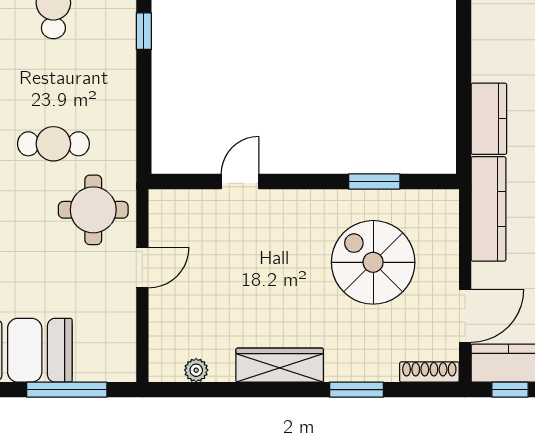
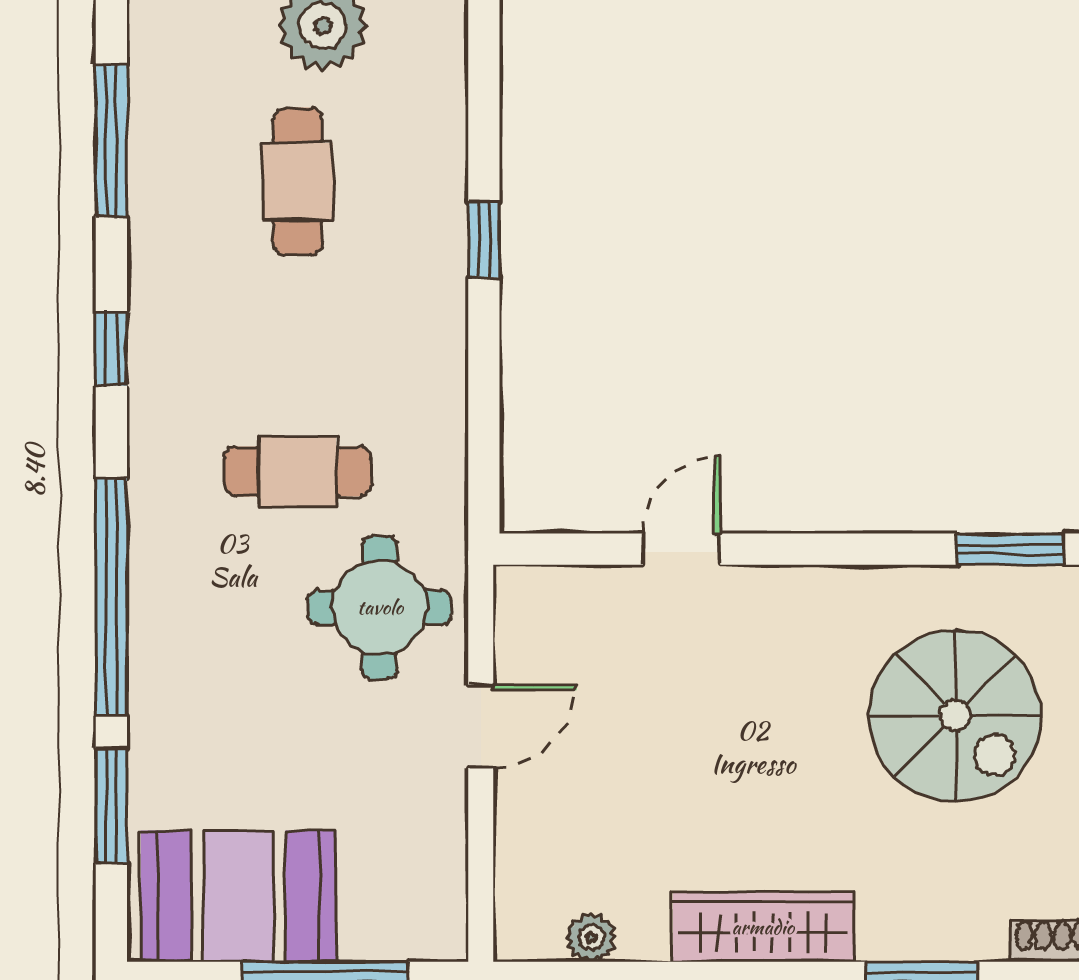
window: (374, 181) -> (1010, 549), moved
spiral stairs: (373, 262) -> (955, 715), turned 180

